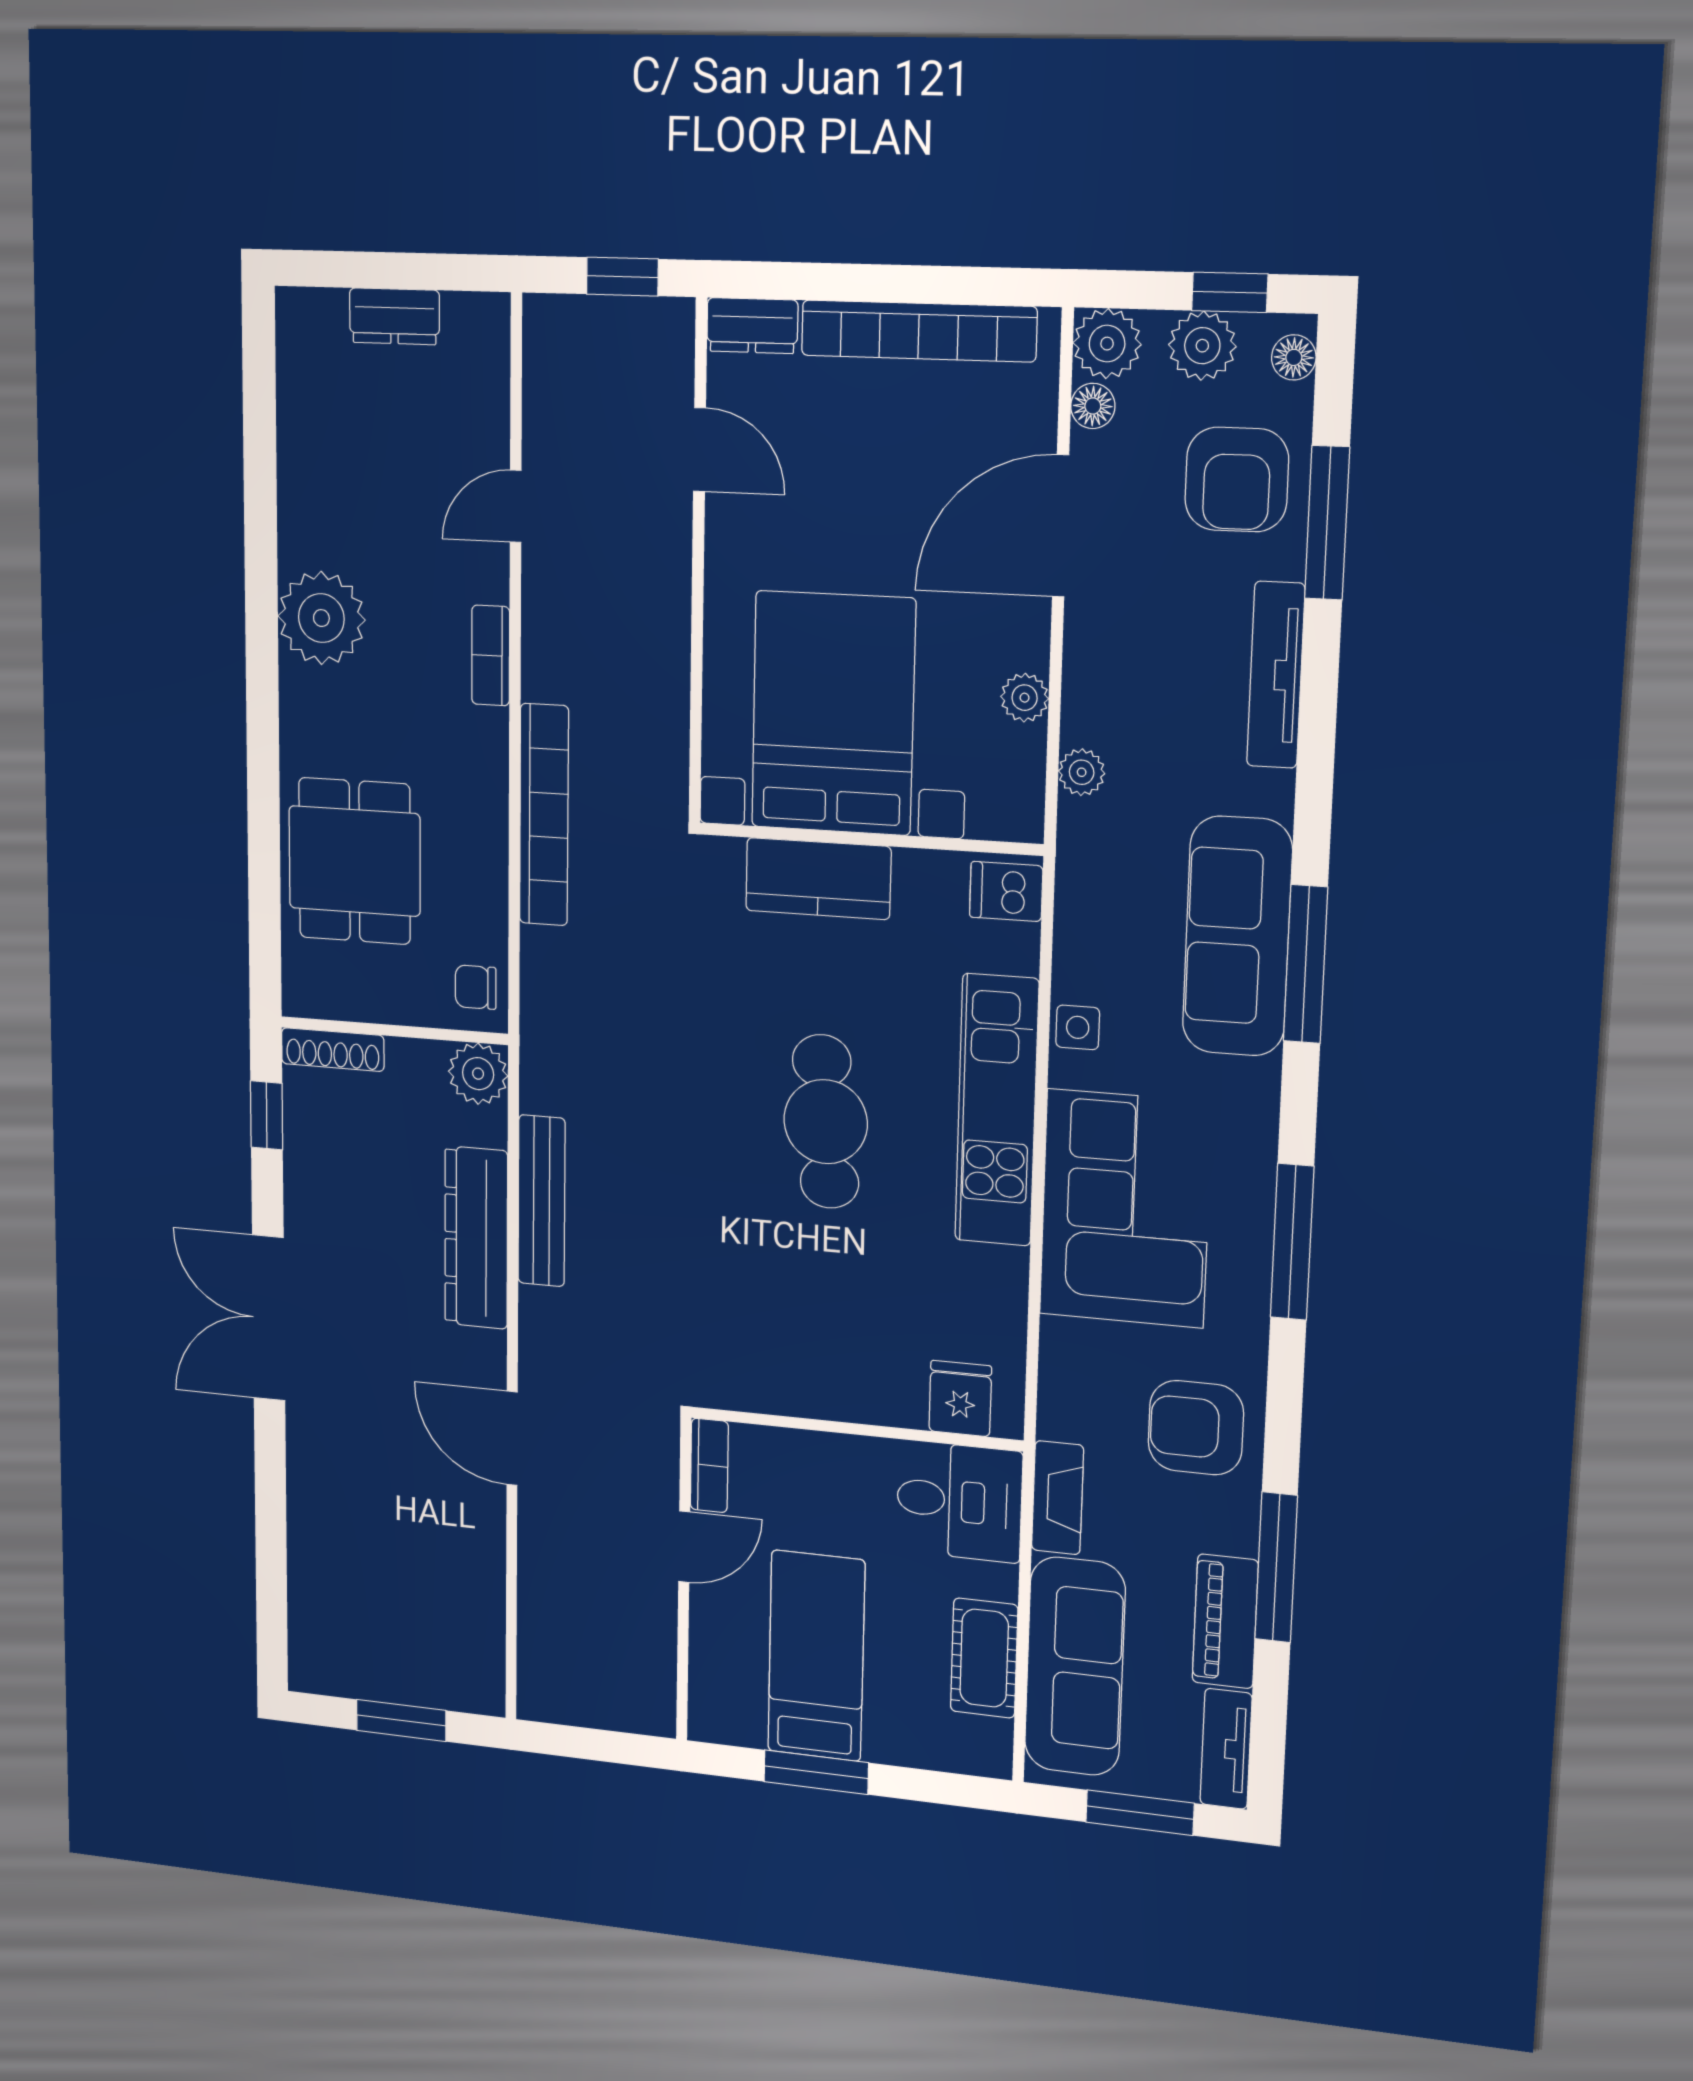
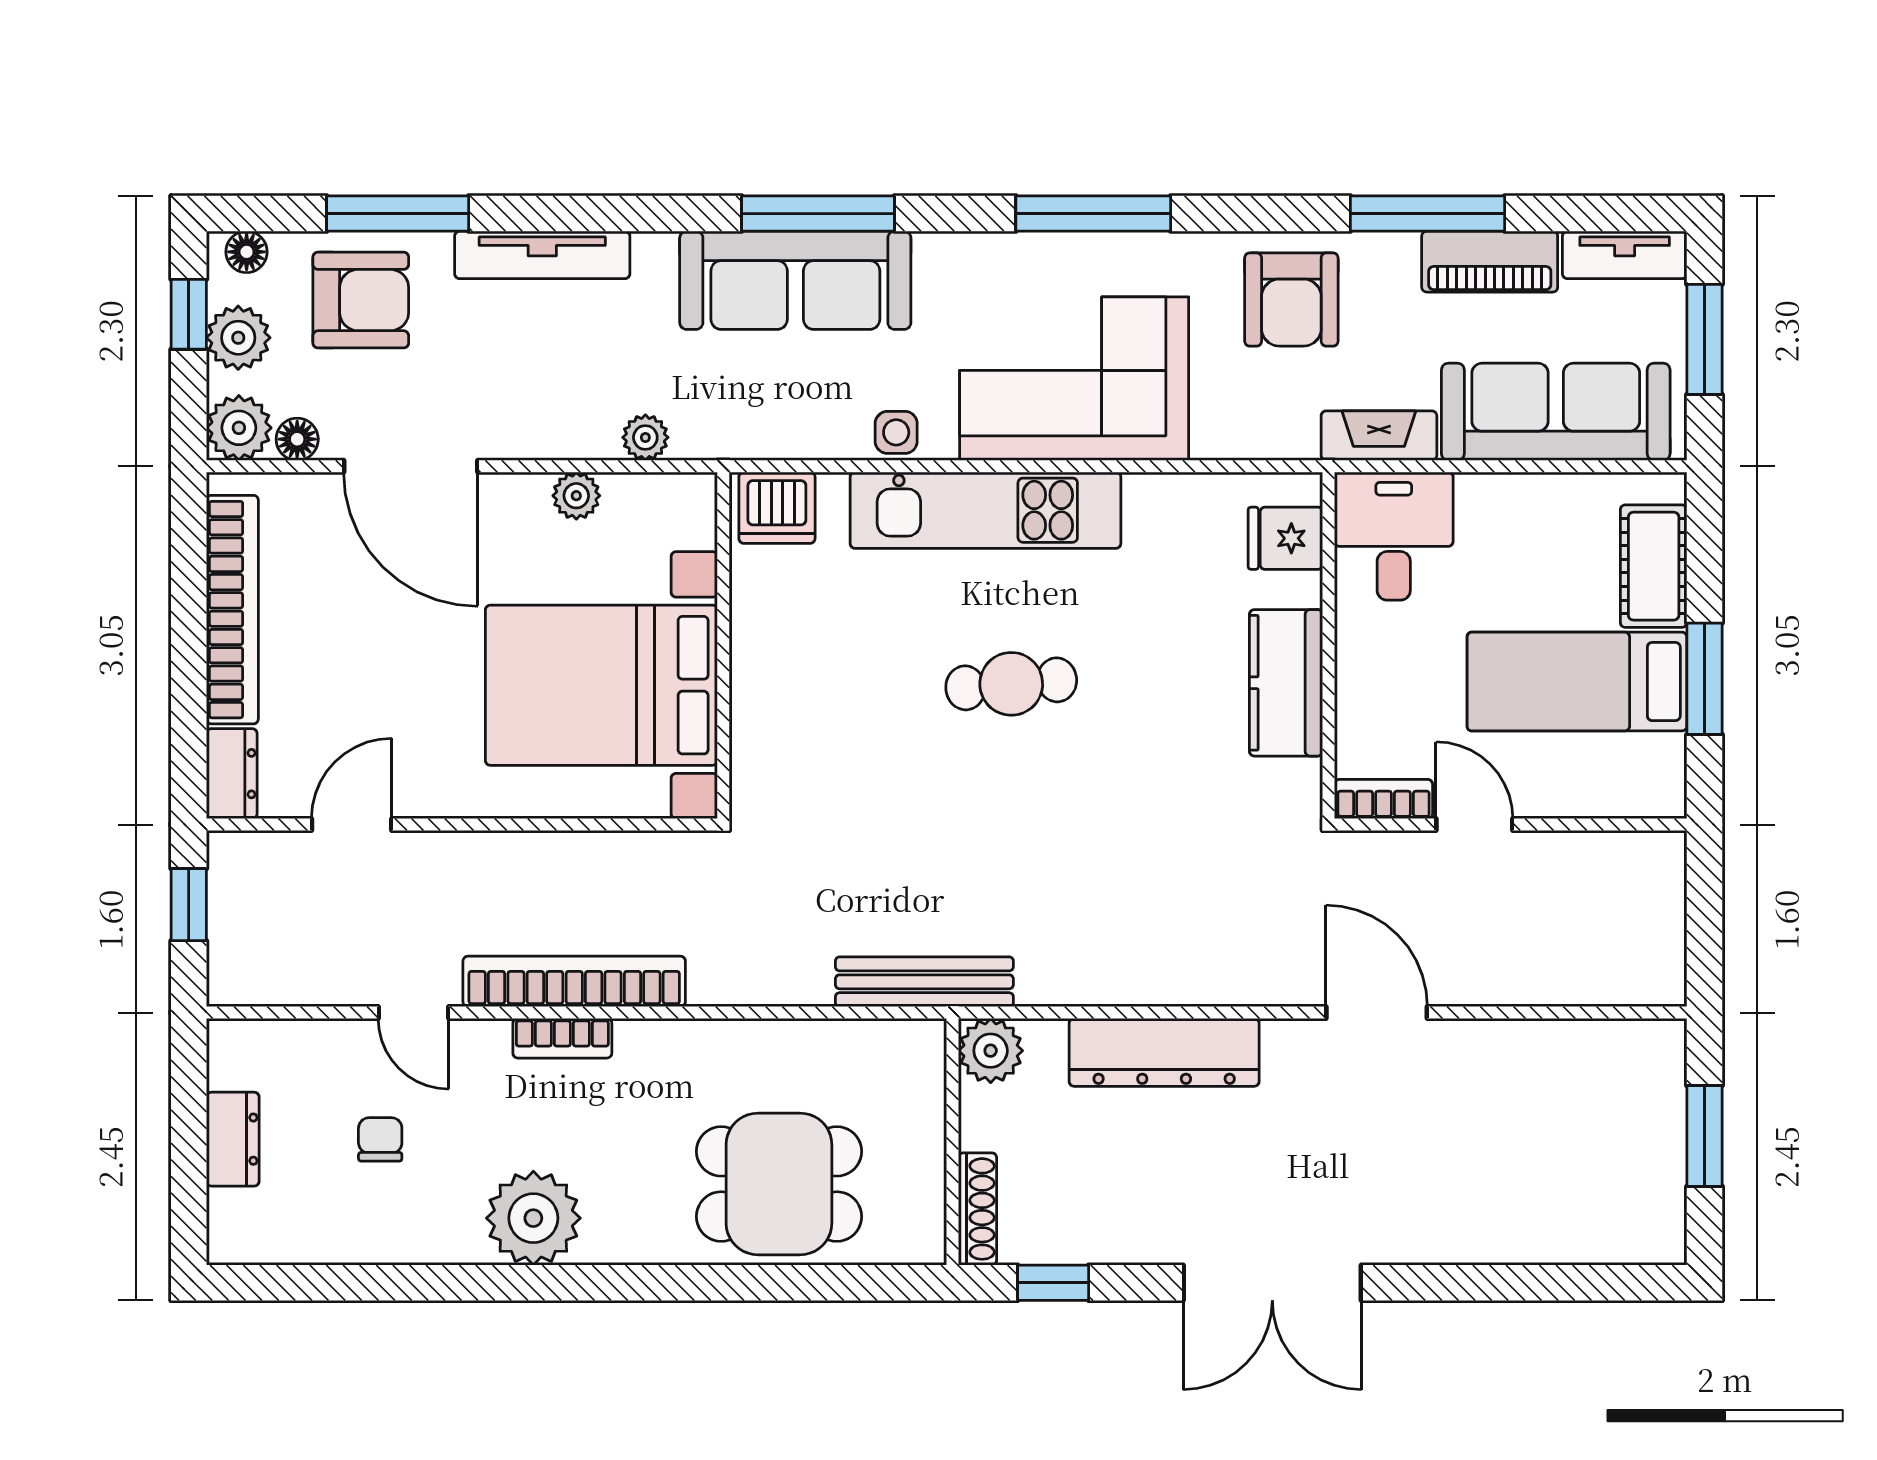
bookcase: (544, 815) -> (574, 981), moved
kitchen counter: (818, 879) -> (1286, 683), moved, turned 180
dishwasher: (1006, 892) -> (777, 508), width x1.38
chair: (476, 987) -> (380, 1139), moved, turned 180
cafe table: (826, 1122) -> (1011, 684), width x0.73, depth x0.74
bench: (542, 1201) -> (924, 982), moved
door: (512, 1438) -> (1377, 1013), swing flipped
cot: (984, 1658) -> (1654, 566), moved, turned 90

